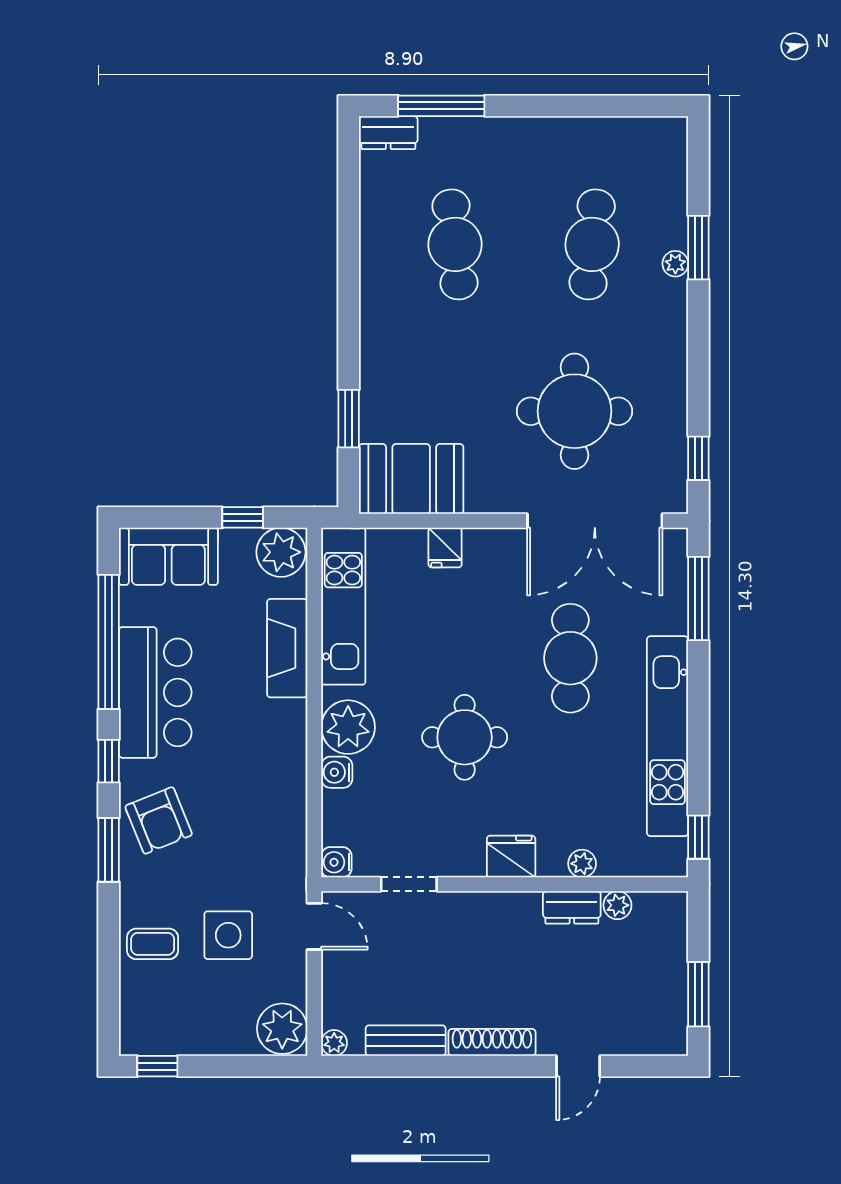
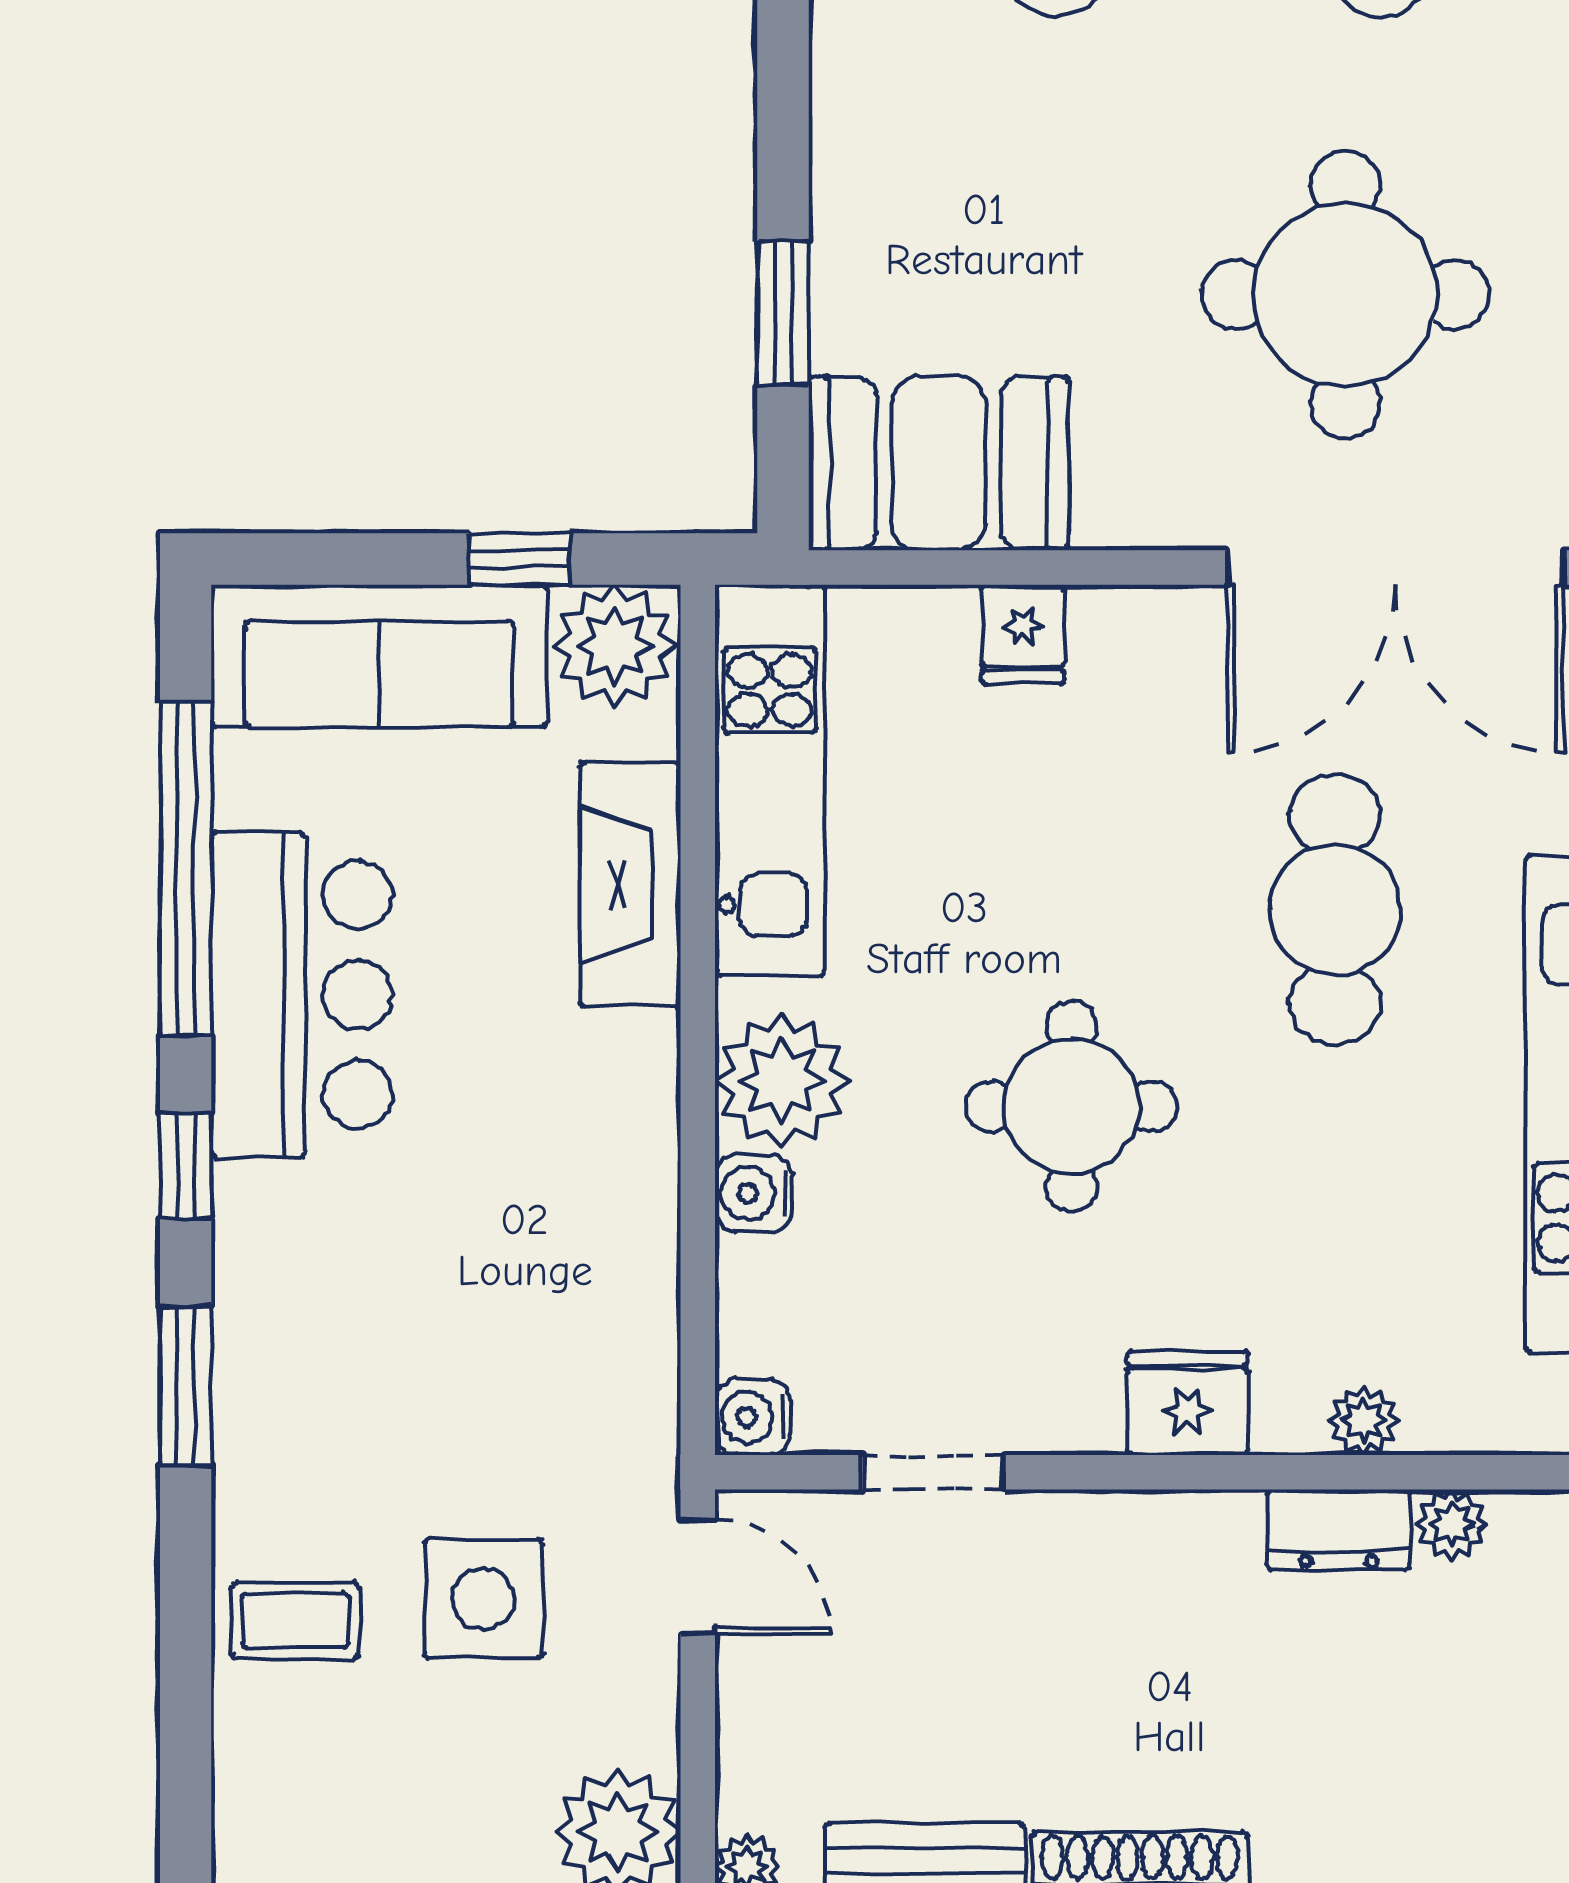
sofa: (168, 556) -> (379, 656), width x1.36
armchair: (159, 820) -> (310, 1313), removed

